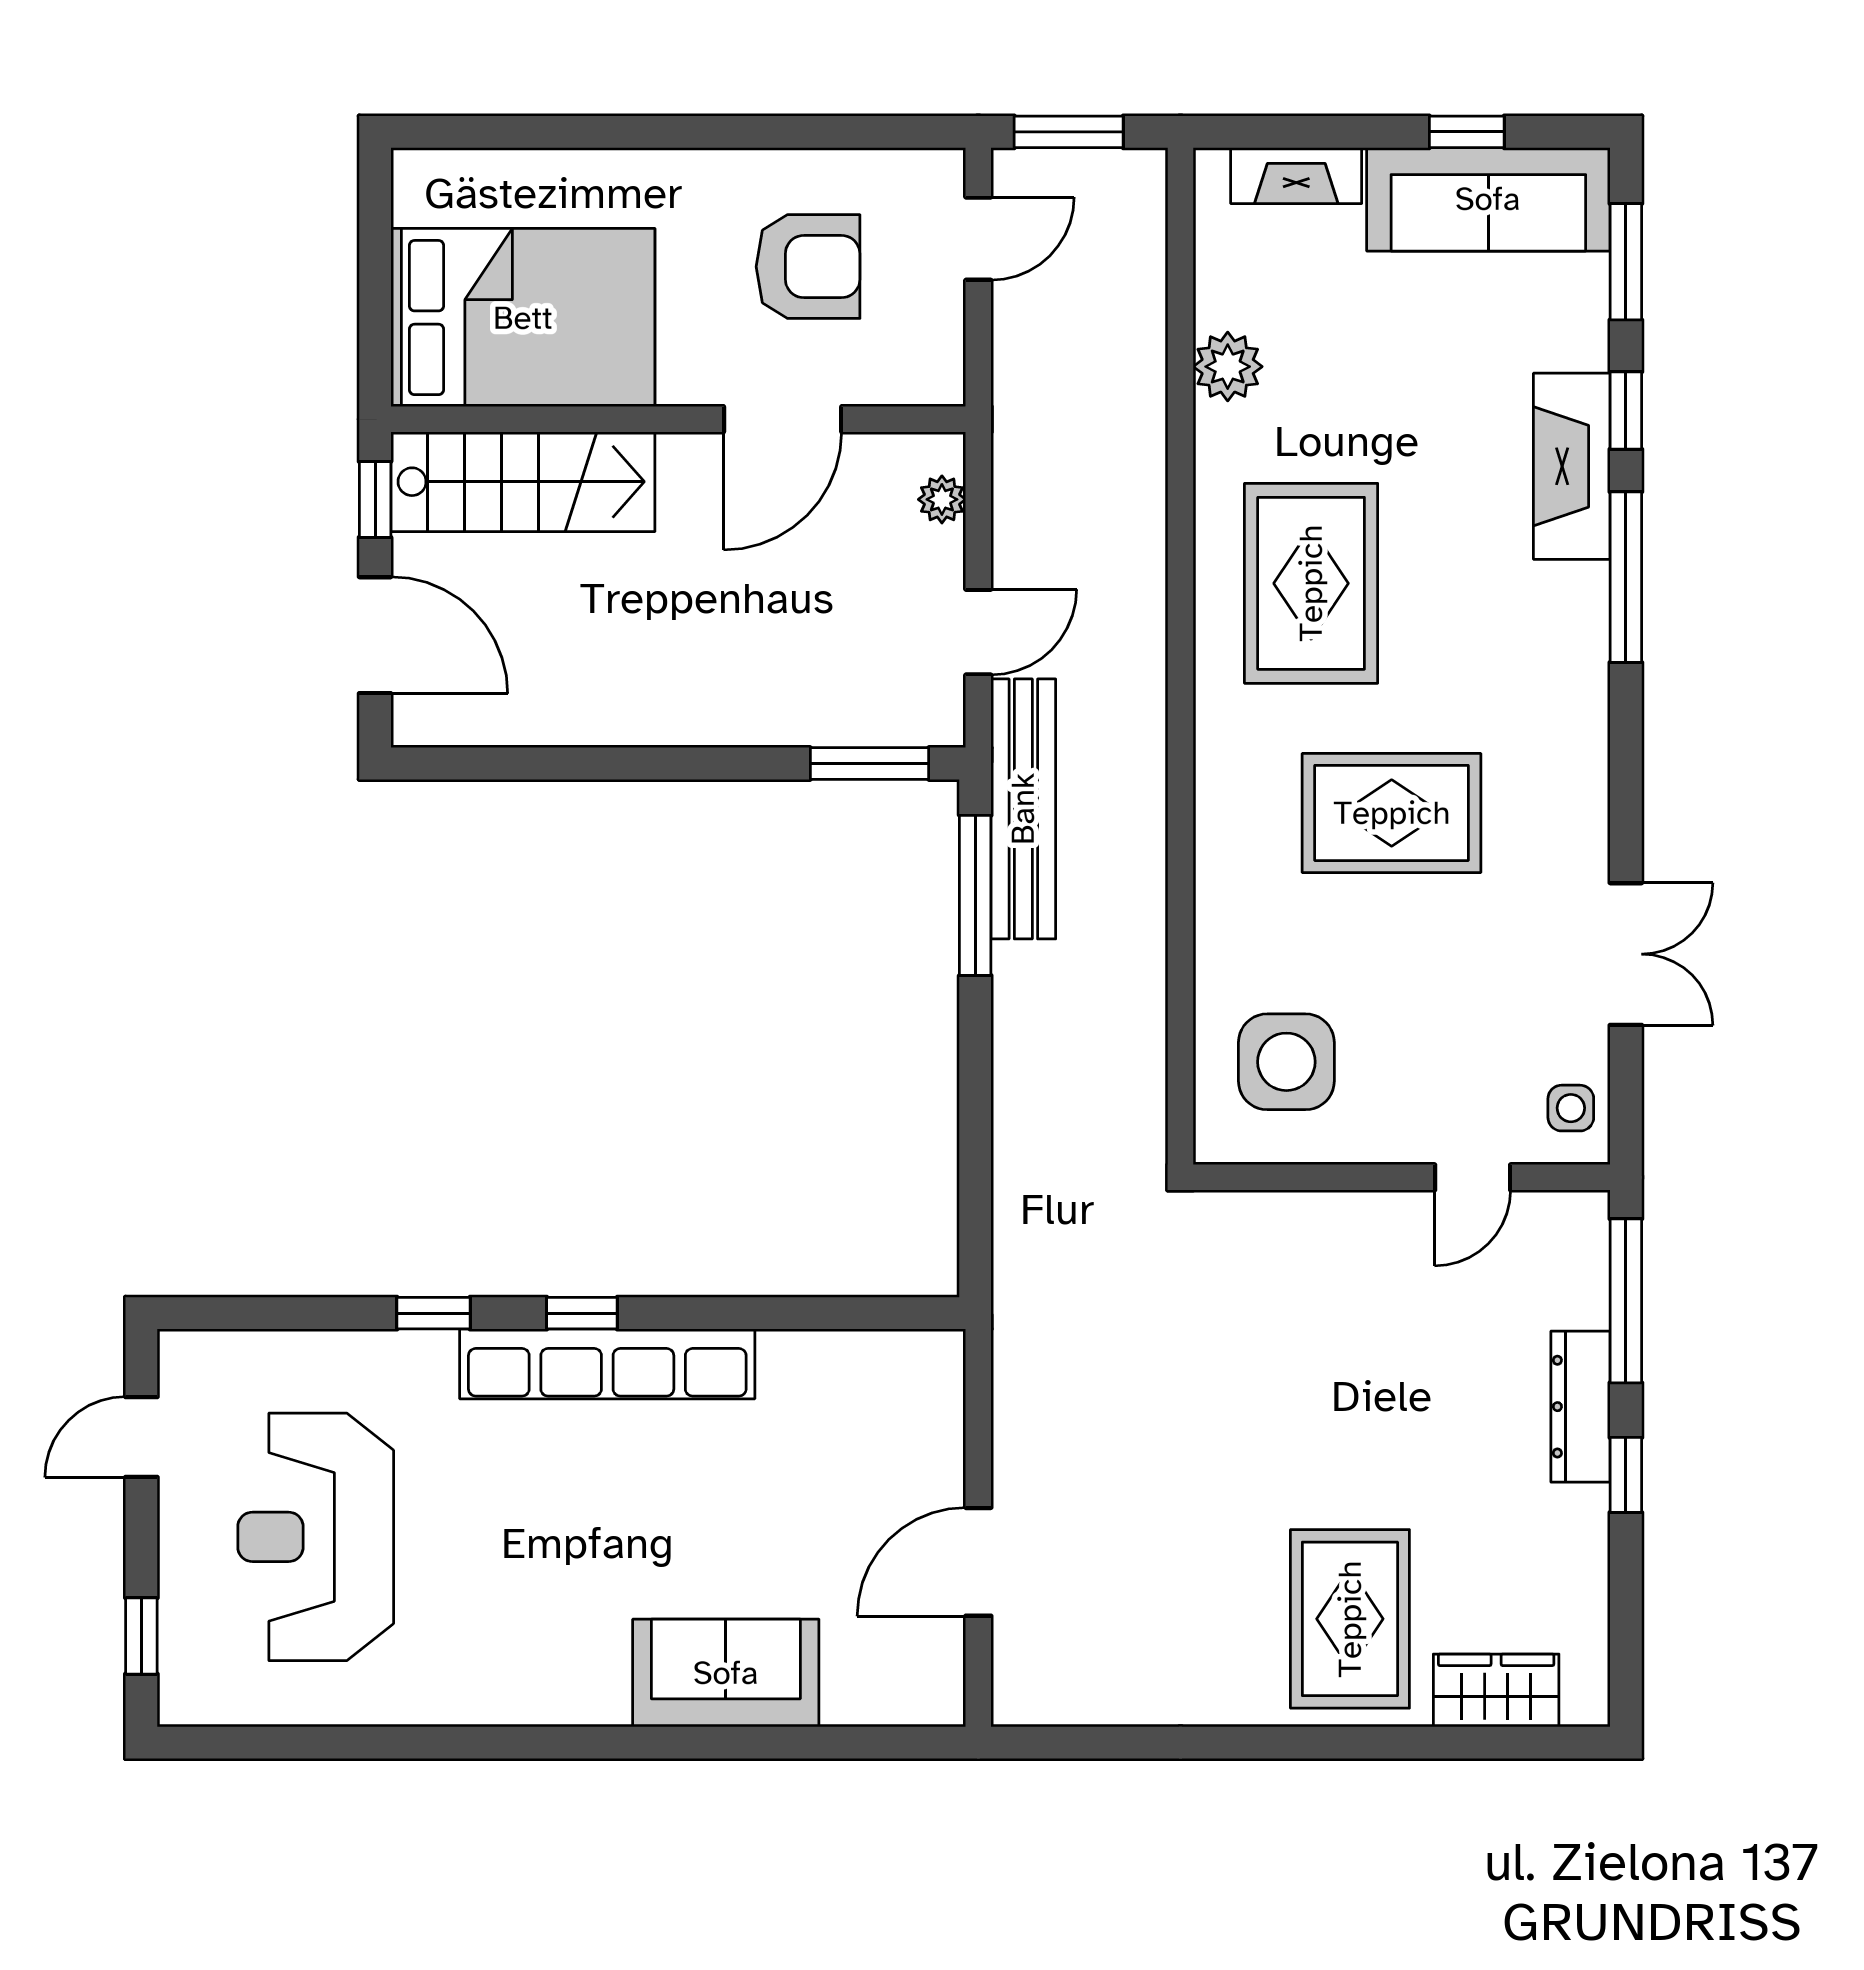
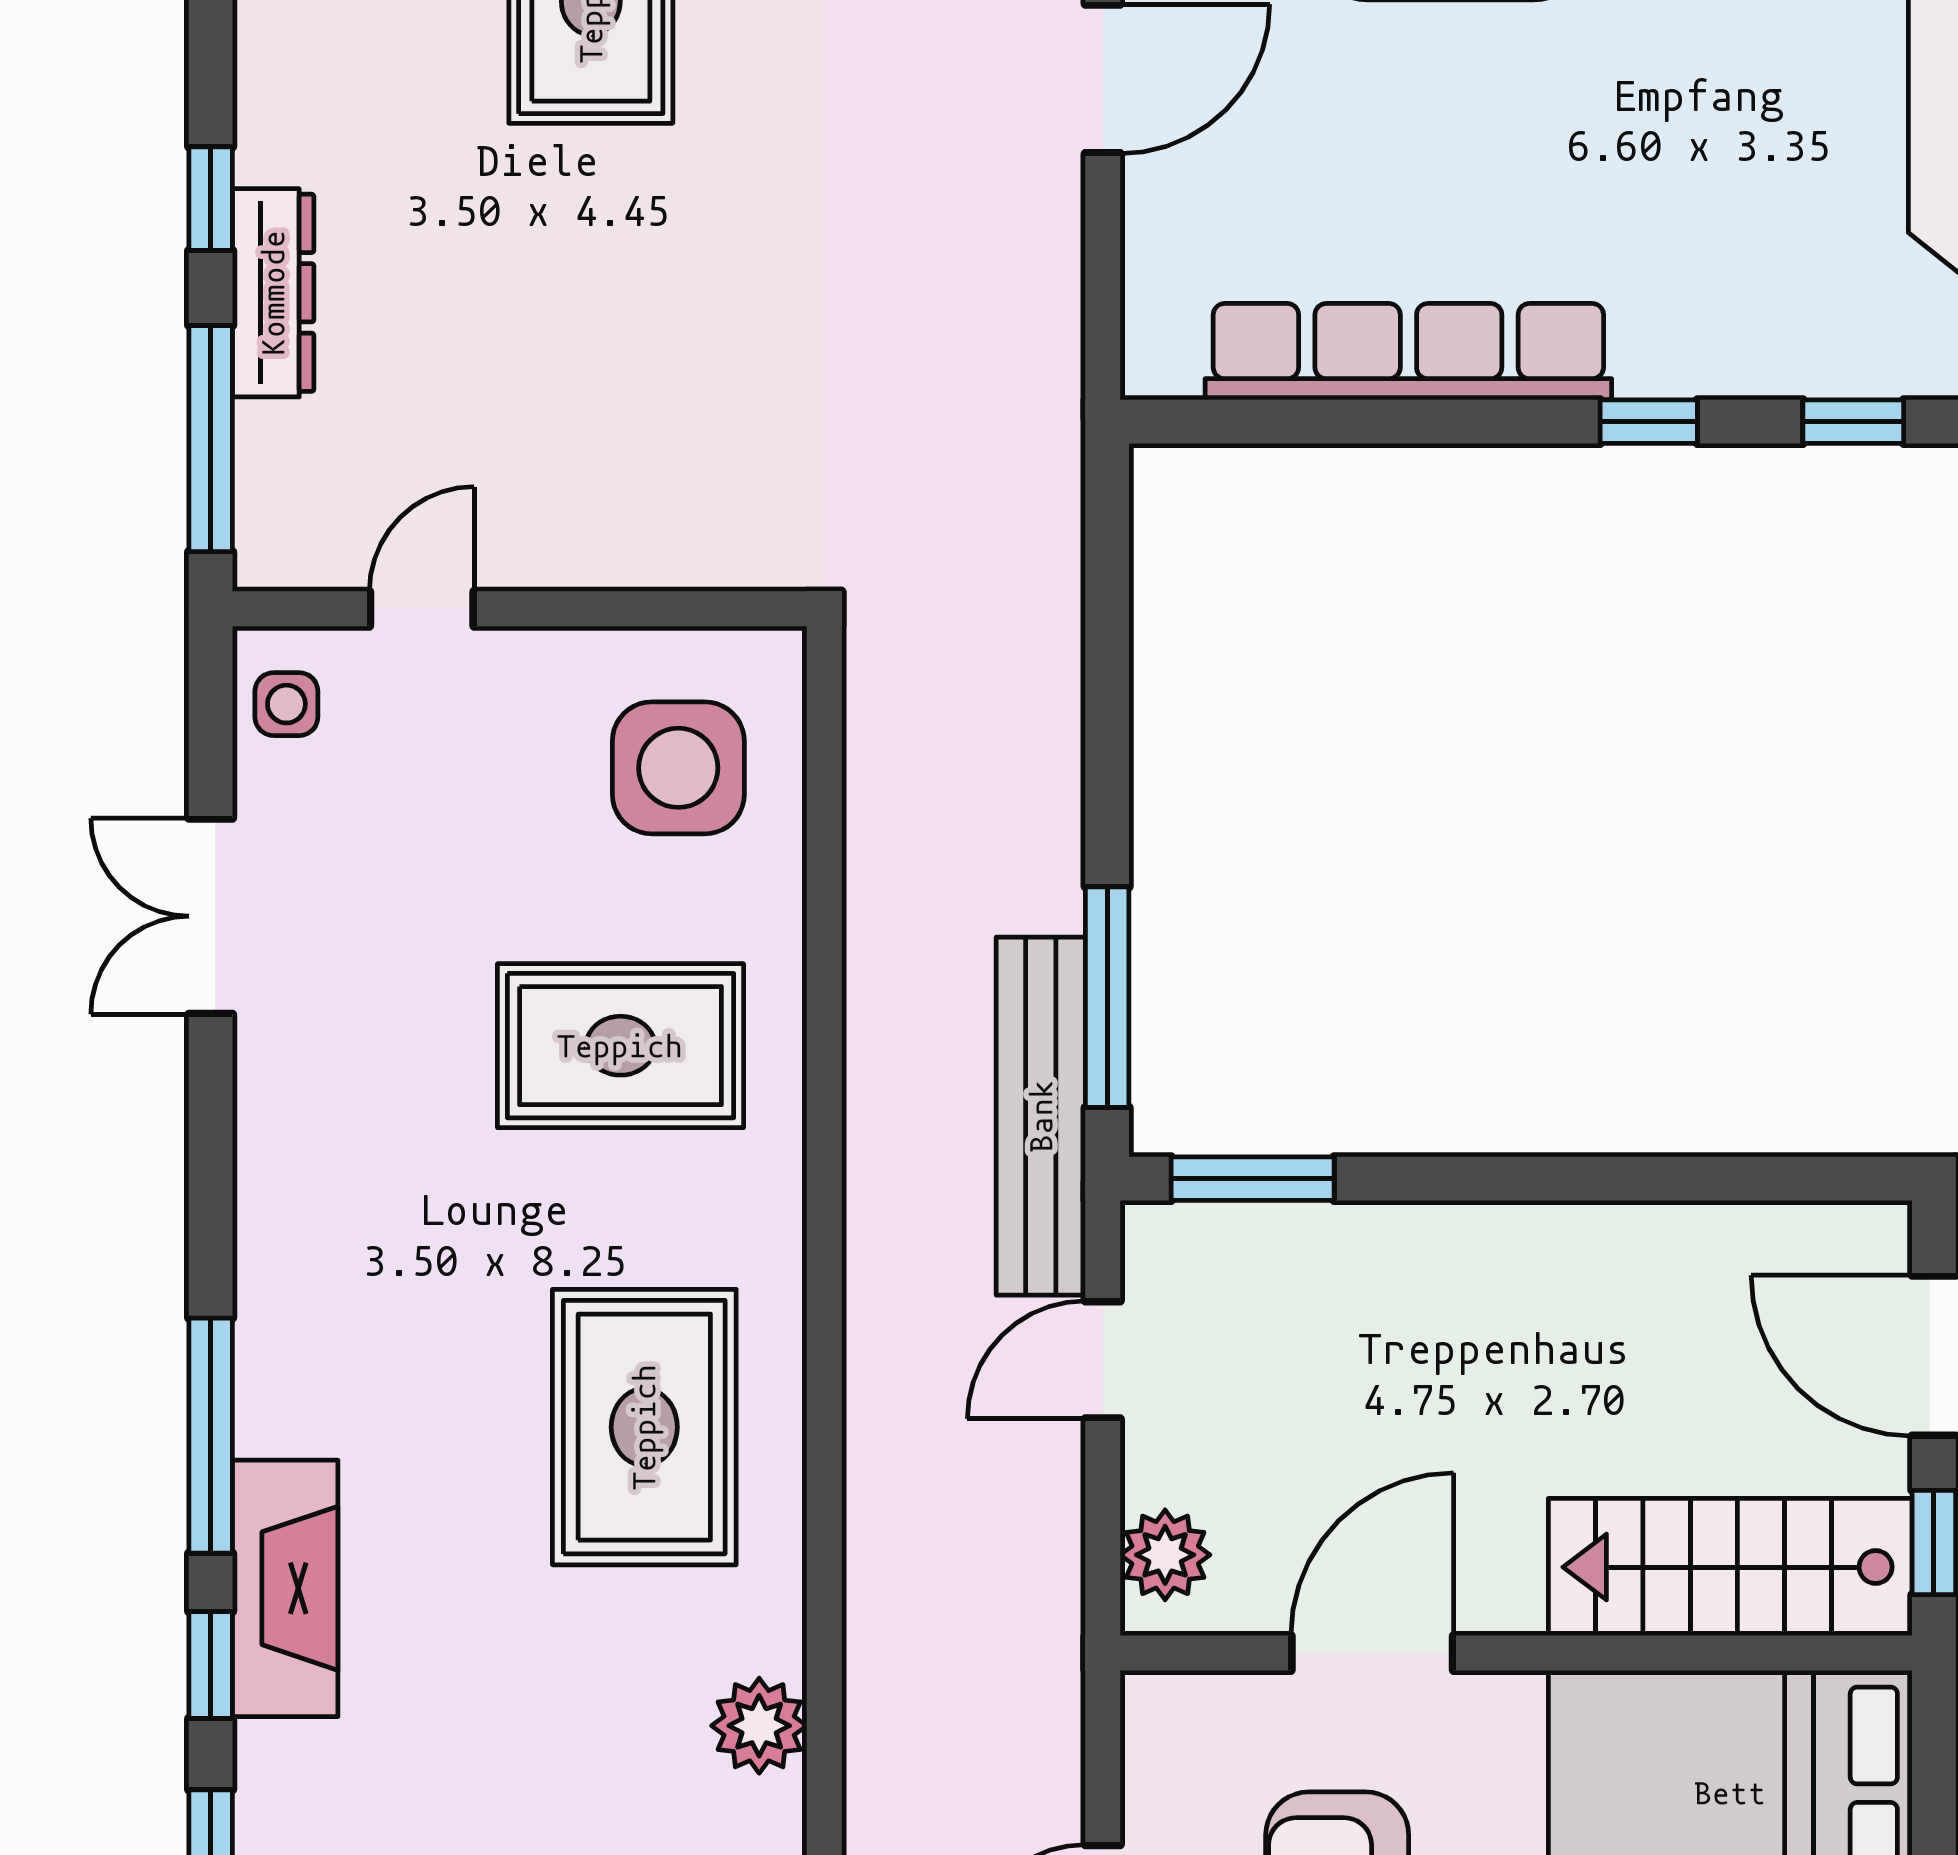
plant: (942, 499) -> (1165, 1555), width x1.38, depth x1.38
rug: (1392, 813) -> (620, 1046), moved
row of seats: (607, 1364) -> (1408, 352), moved

